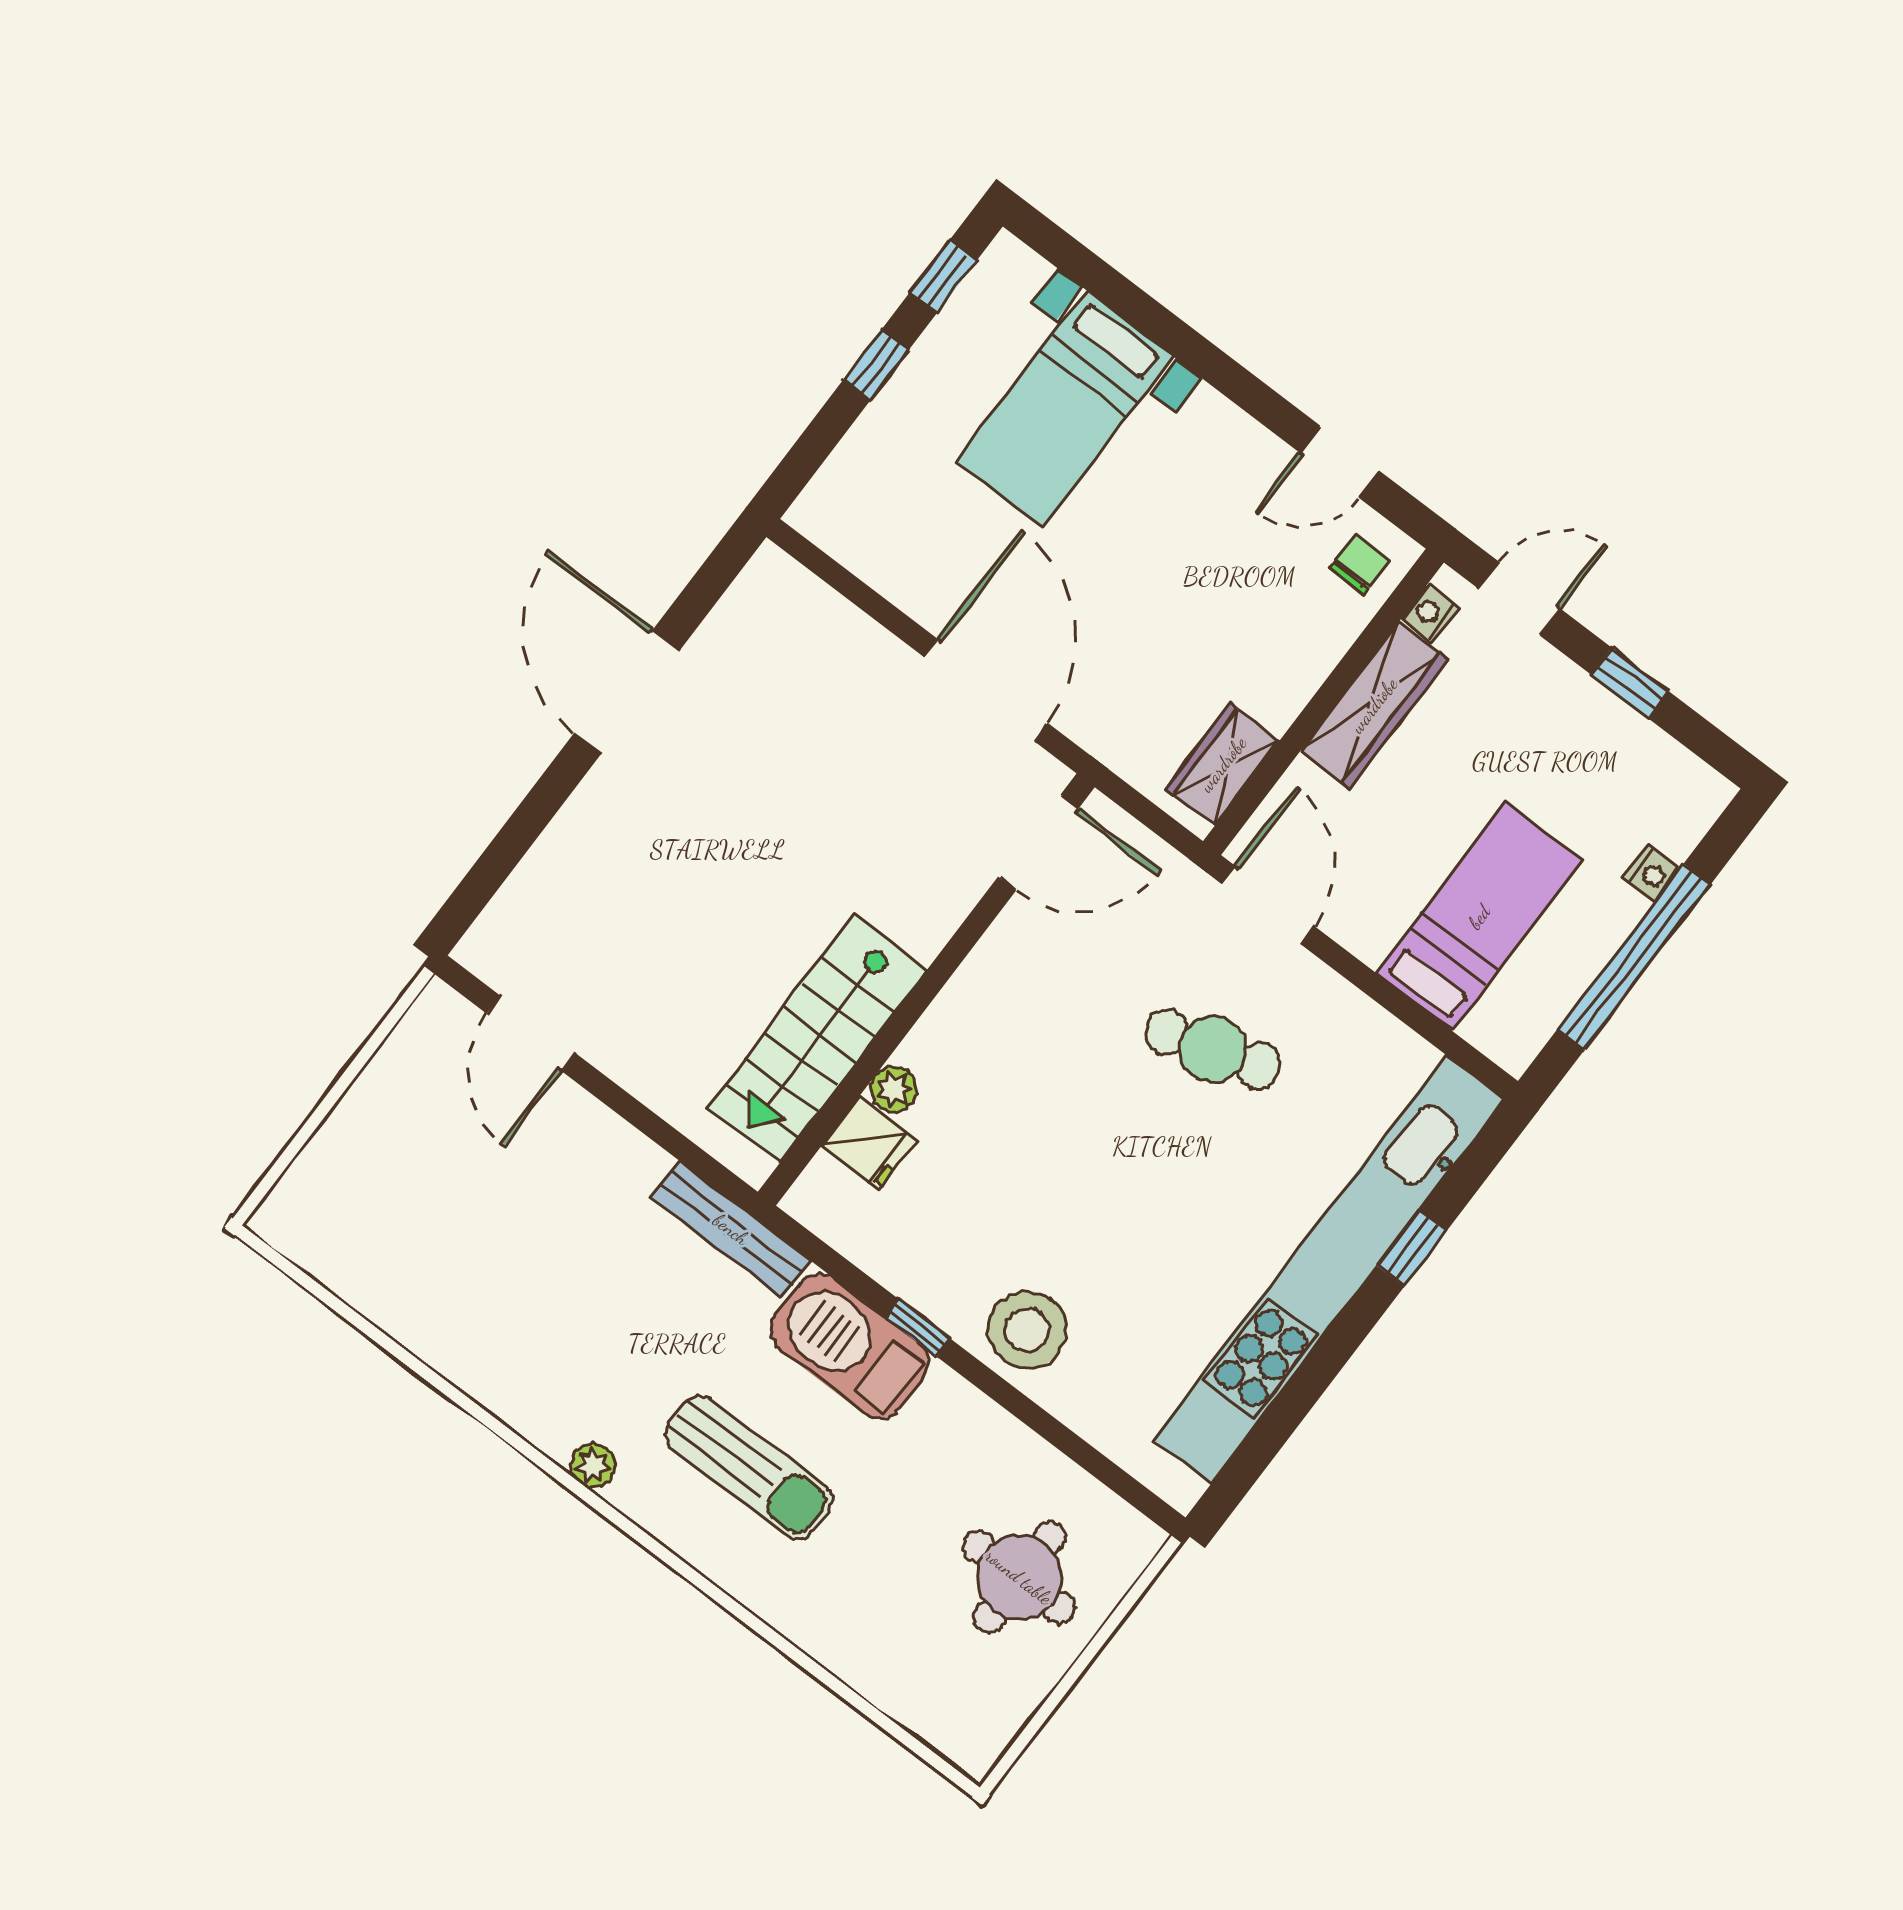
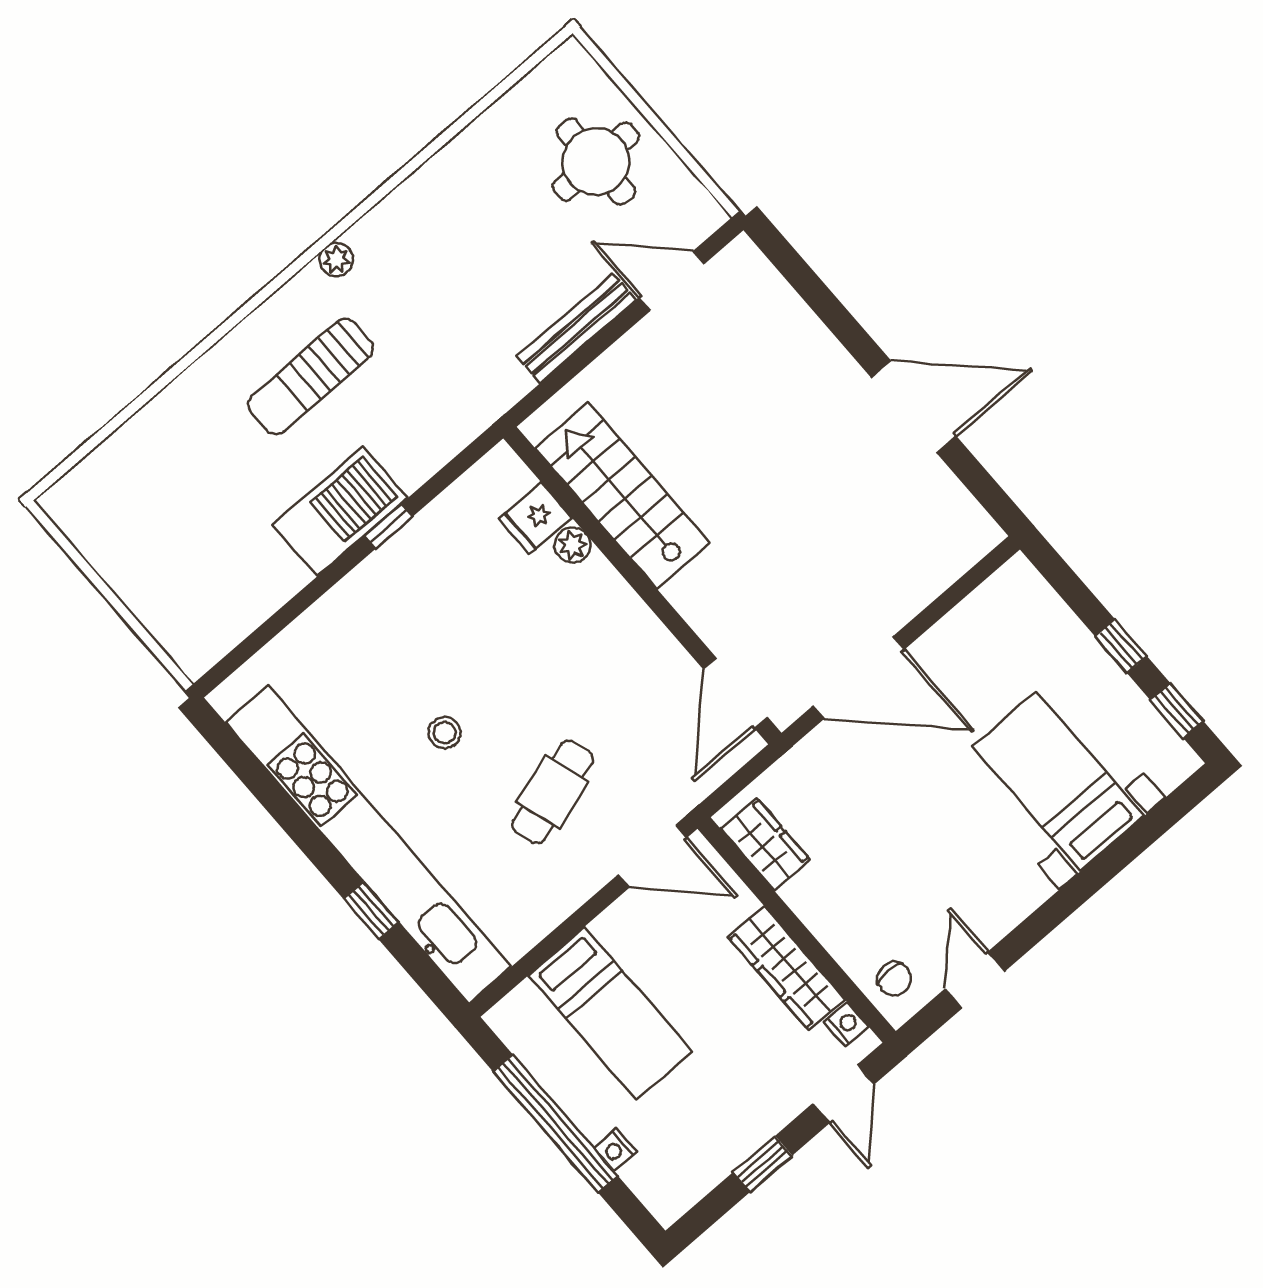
bench: (731, 1229) -> (576, 328), moved
stool: (1027, 1330) -> (444, 733), moved, width x0.53, depth x0.53
barbecue: (849, 1346) -> (340, 511), moved
round table: (1019, 1577) -> (596, 161), moved

